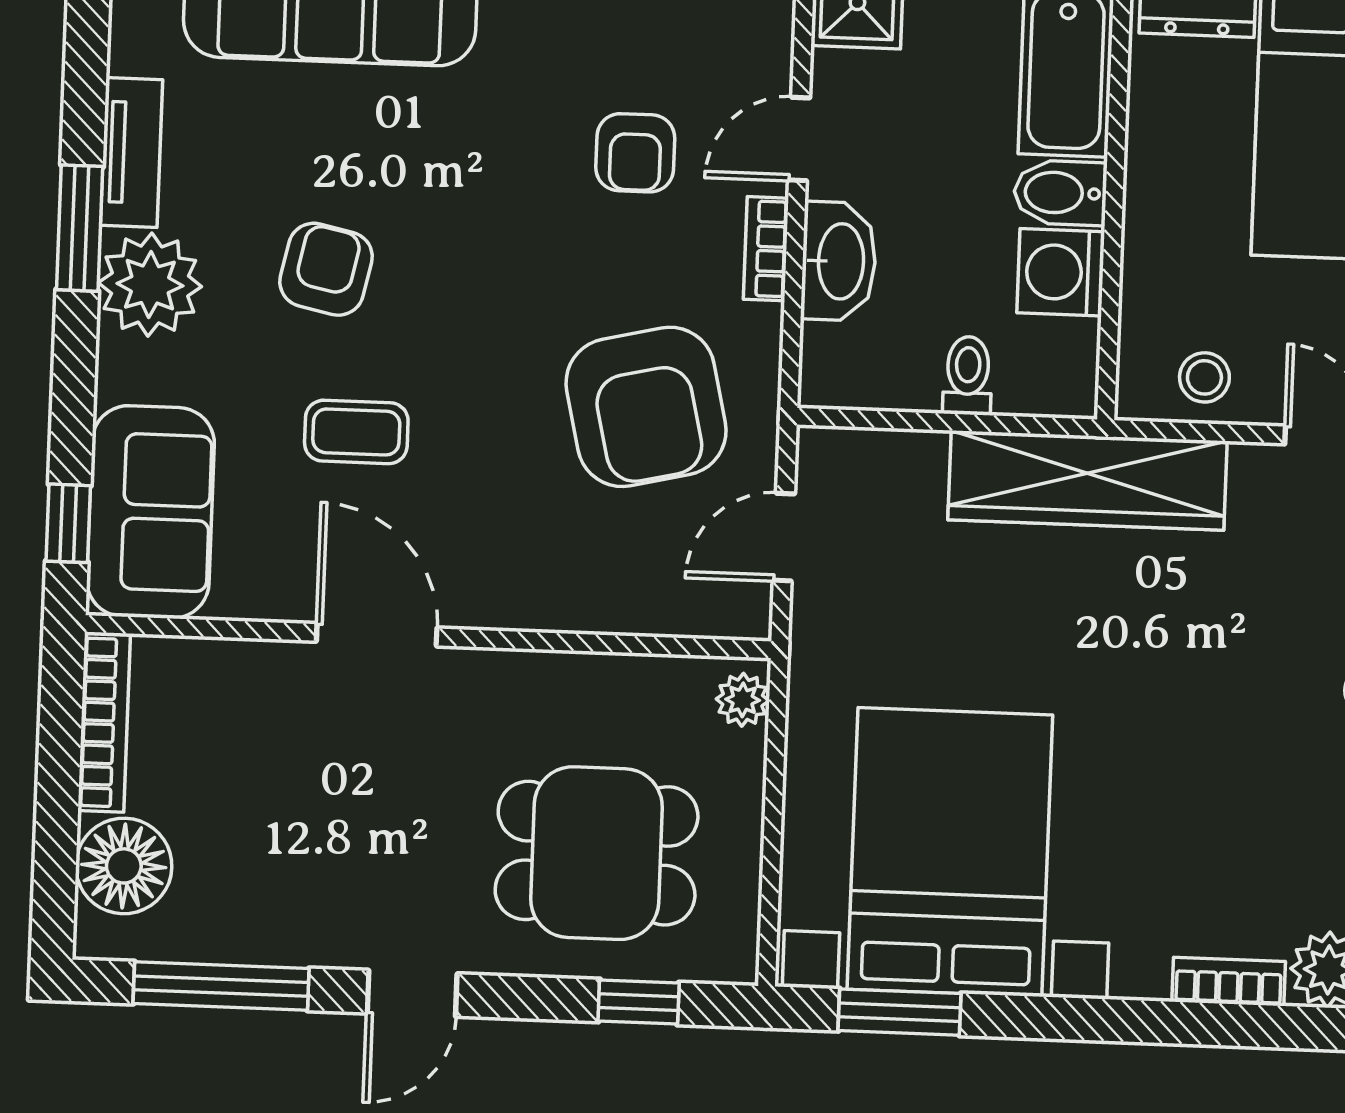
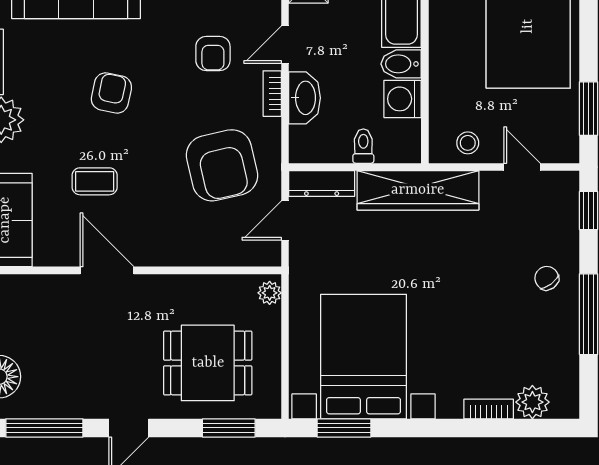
armchair: (326, 269) -> (111, 93), moved
dresser: (870, 457) -> (322, 183), added
window: (639, 1002) -> (229, 428), width x1.50

